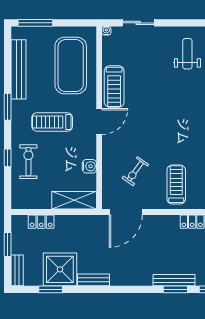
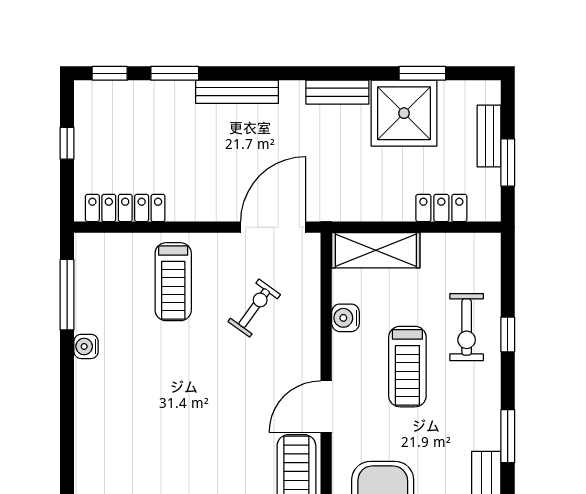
treadmill: (52, 122) -> (407, 367), moved, turned 90
bench: (17, 270) -> (489, 136), moved
bench: (174, 280) -> (237, 92), moved

